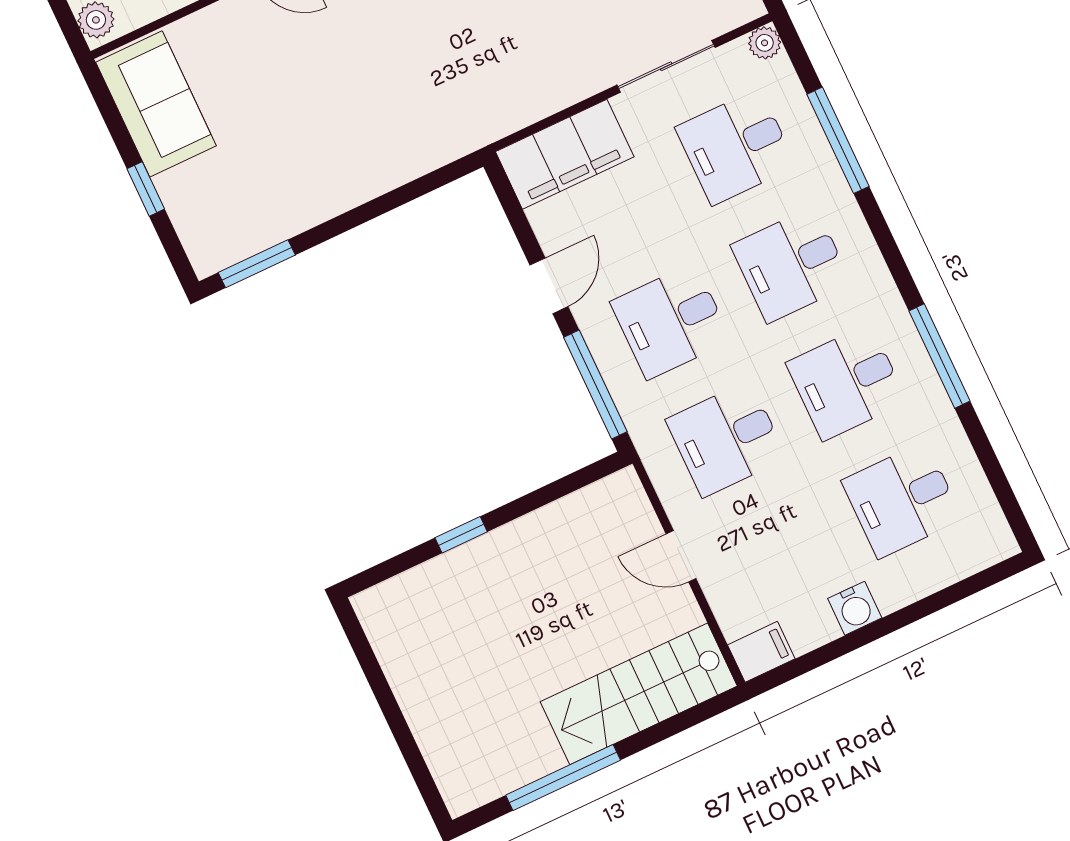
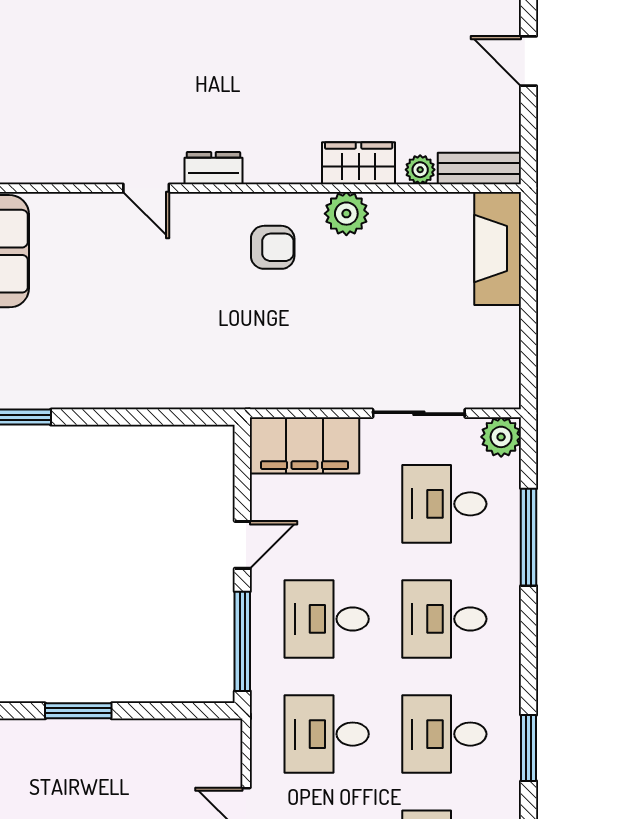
plant: (765, 43) -> (501, 437), width x1.38, depth x1.38
window: (940, 356) -> (529, 748), width x0.69
window: (461, 535) -> (78, 711), width x1.50

